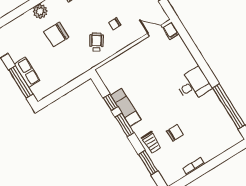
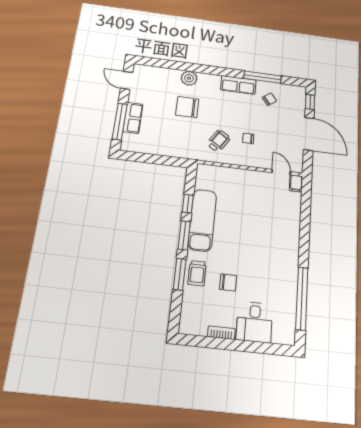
desk: (194, 85) -> (254, 322), moved, turned 90
exam couch: (126, 107) -> (202, 220), width x1.36, depth x1.45
window: (148, 163) -> (180, 274), moved

